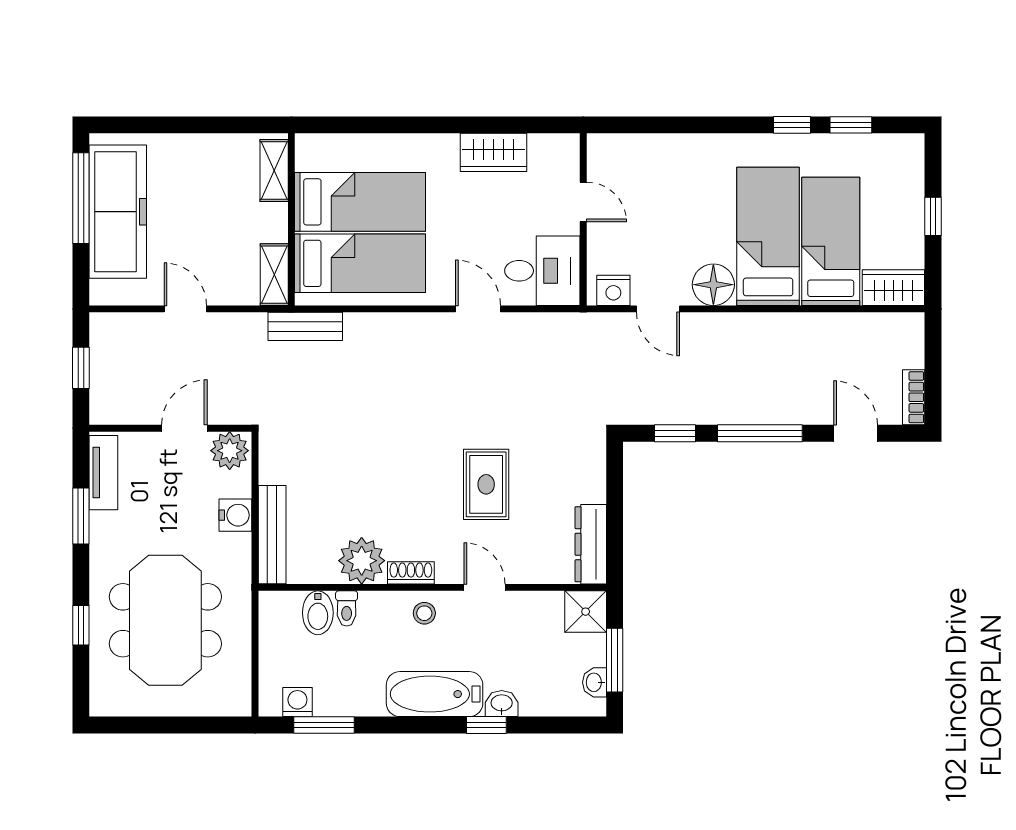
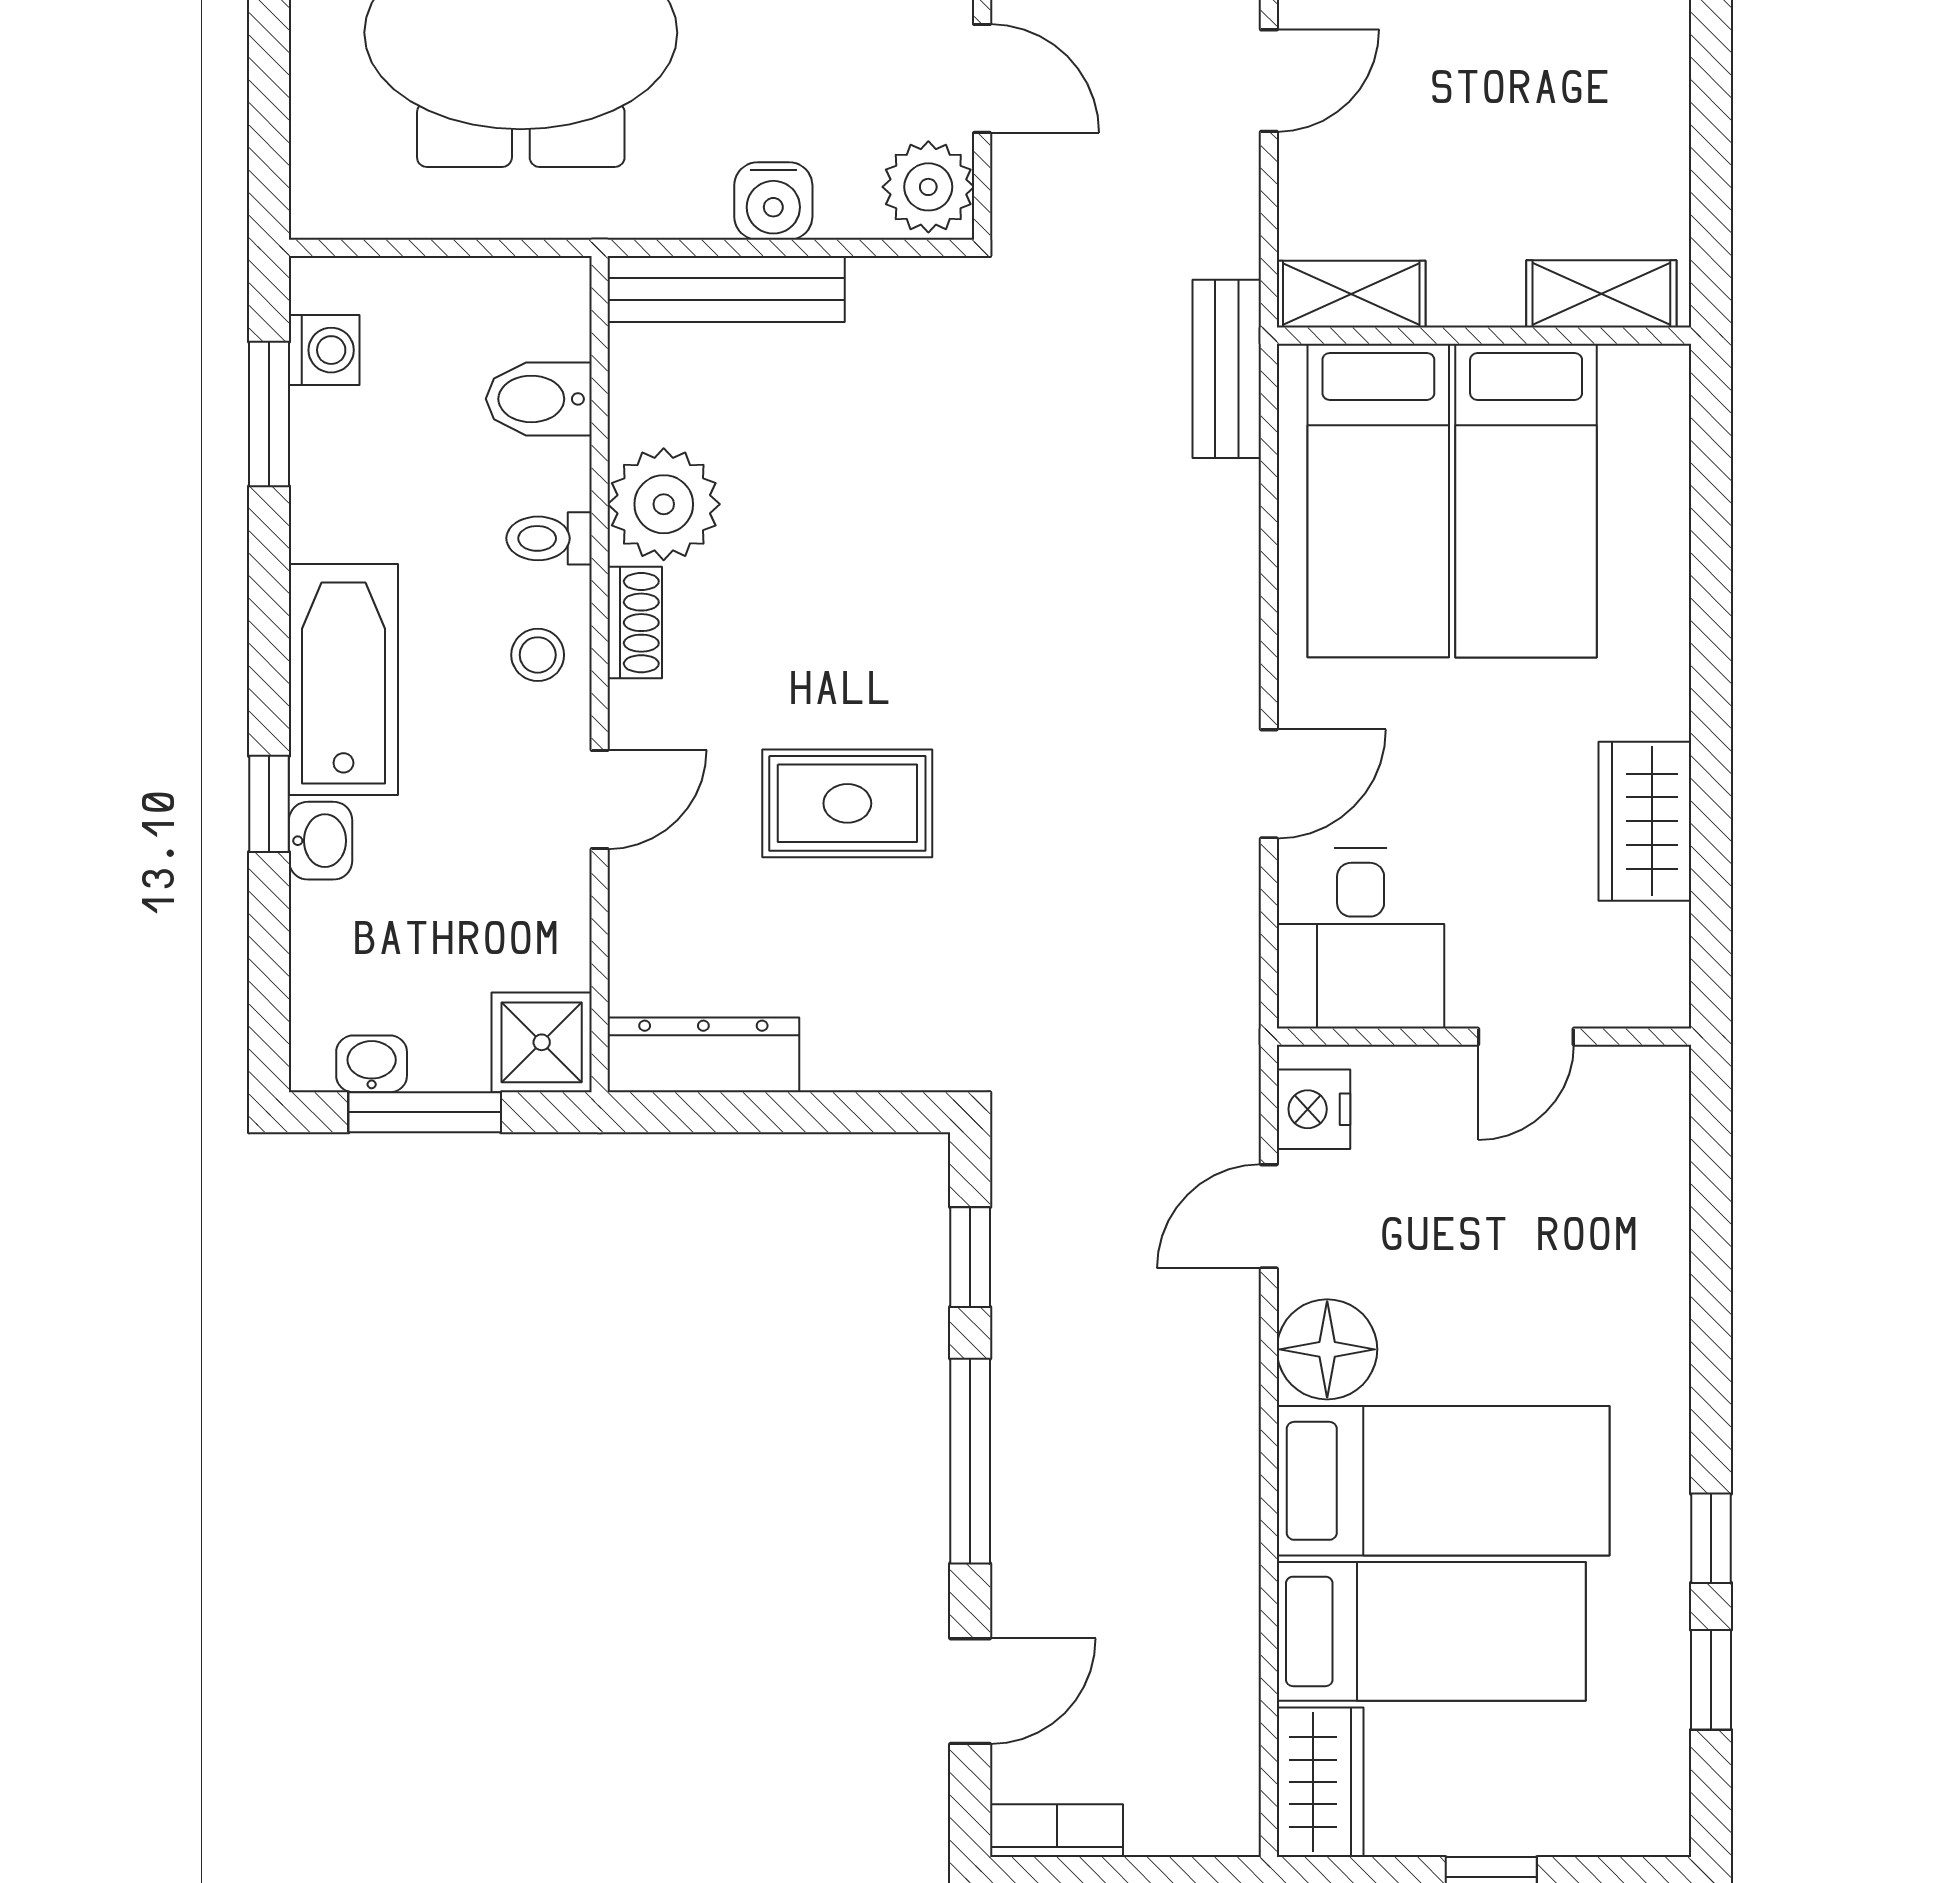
toilet: (347, 608) -> (549, 538), moved

